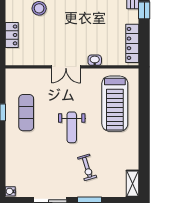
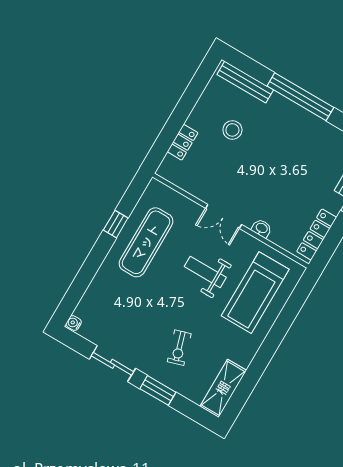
exercise mat: (26, 113) -> (146, 242), width x1.36, depth x1.45
weight bench: (72, 127) -> (205, 272), moved, turned 90
shelving: (132, 184) -> (223, 388), width x1.50, depth x1.33

